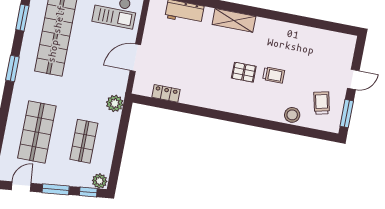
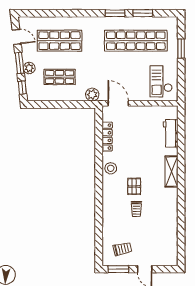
door: (135, 58) -> (118, 103), moved
window: (12, 69) -> (115, 13), moved
locker: (166, 93) -> (107, 137), width x1.53
stool: (292, 115) -> (111, 168), moved
plant: (100, 181) -> (29, 68), moved

